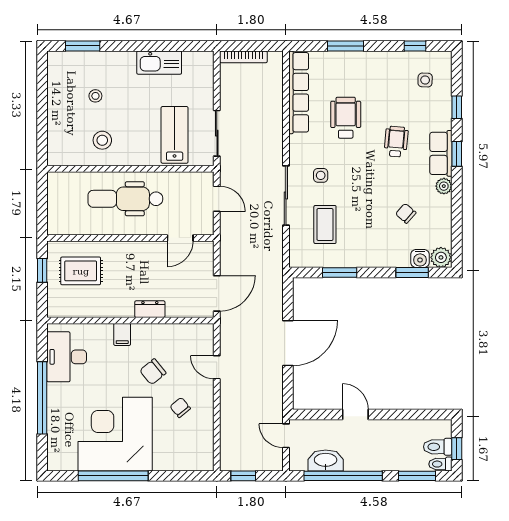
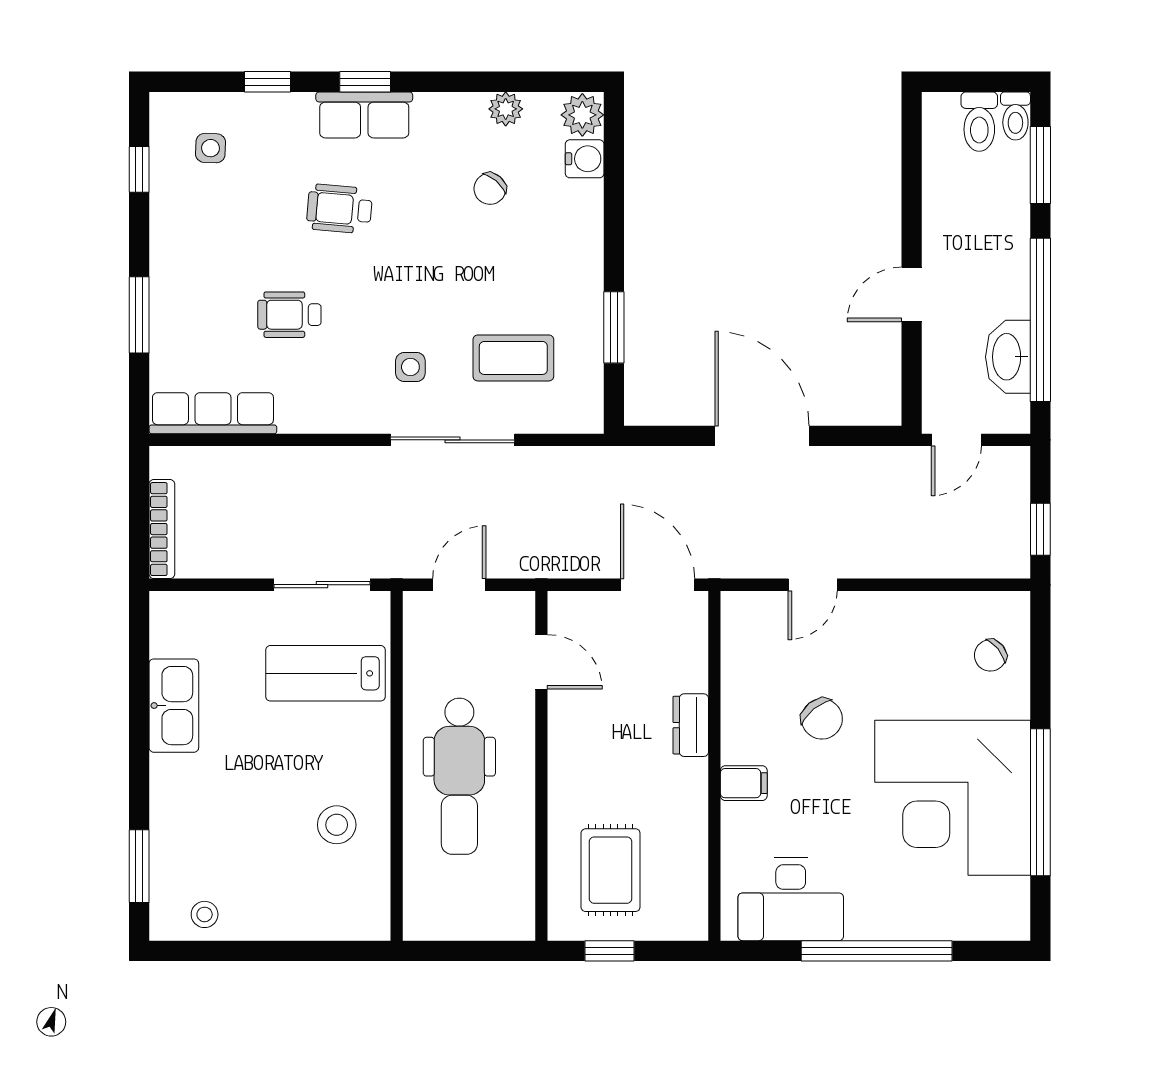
row of seats: (299, 92) -> (213, 413), width x0.73
stool: (95, 96) -> (205, 914), moved
wheelchair: (346, 118) -> (289, 315), width x0.73, depth x0.73
plant: (444, 186) -> (506, 109), moved
window: (412, 272) -> (614, 175), removed
chair: (180, 408) -> (990, 655), moved
window: (457, 449) -> (983, 82), removed

